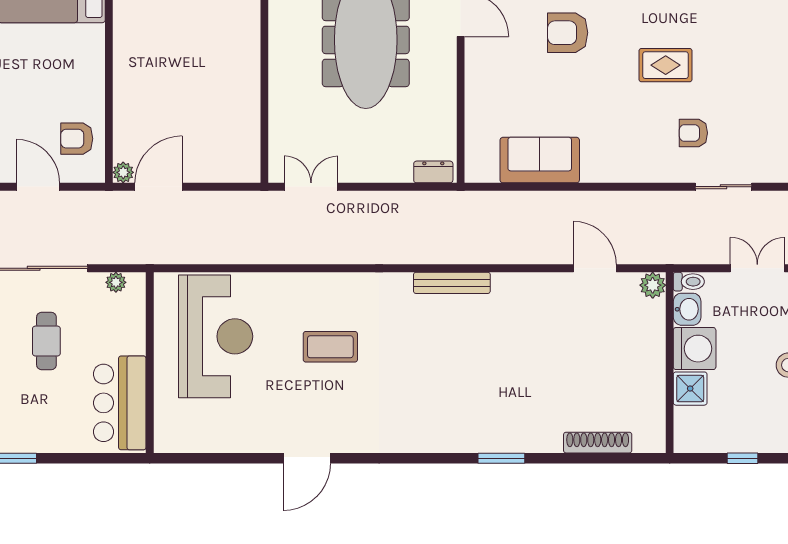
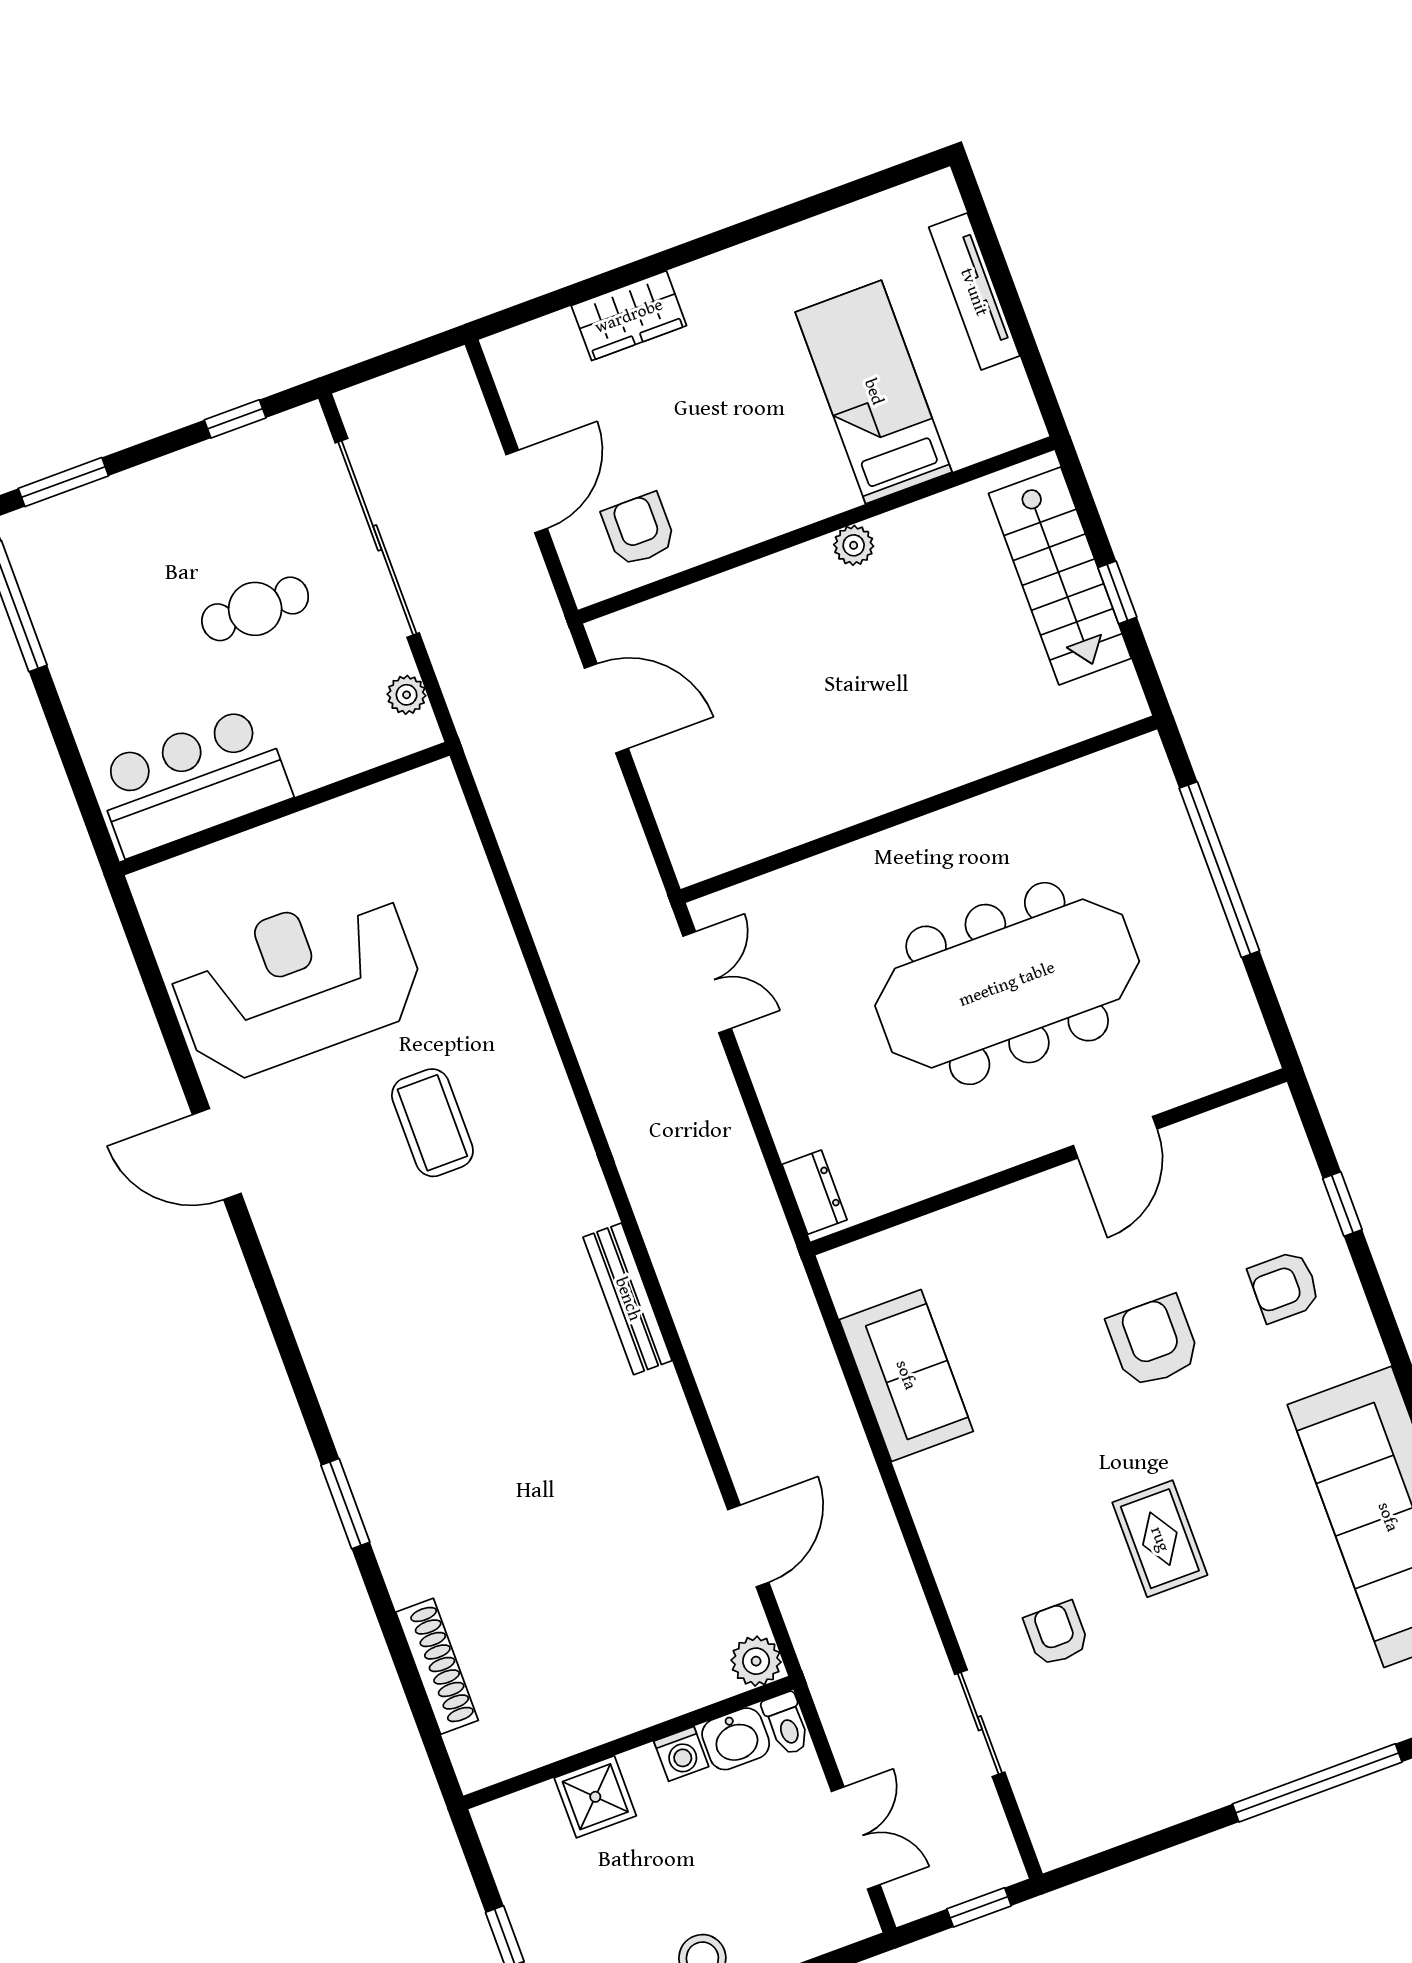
plant: (123, 172) -> (854, 545), moved
reception desk: (216, 336) -> (297, 983), moved, turned 180
washing machine: (695, 349) -> (681, 1754), width x0.53, depth x0.53

